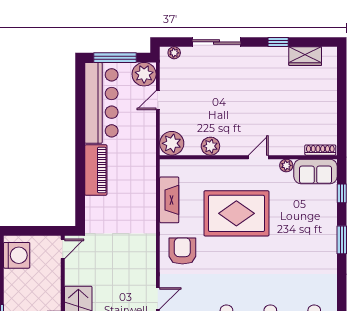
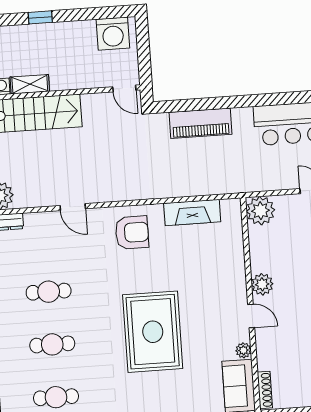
plant: (210, 146) -> (262, 284), moved
piano: (96, 170) -> (201, 123), moved
rug: (236, 213) -> (153, 332), moved

